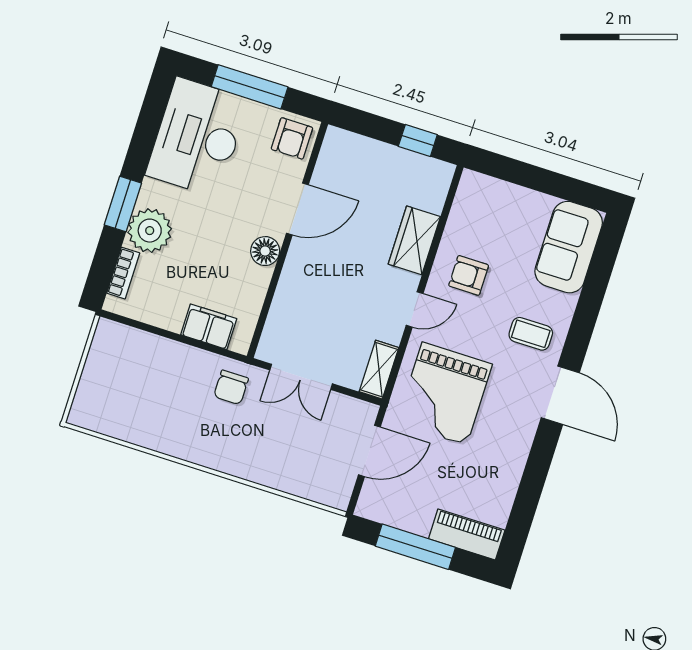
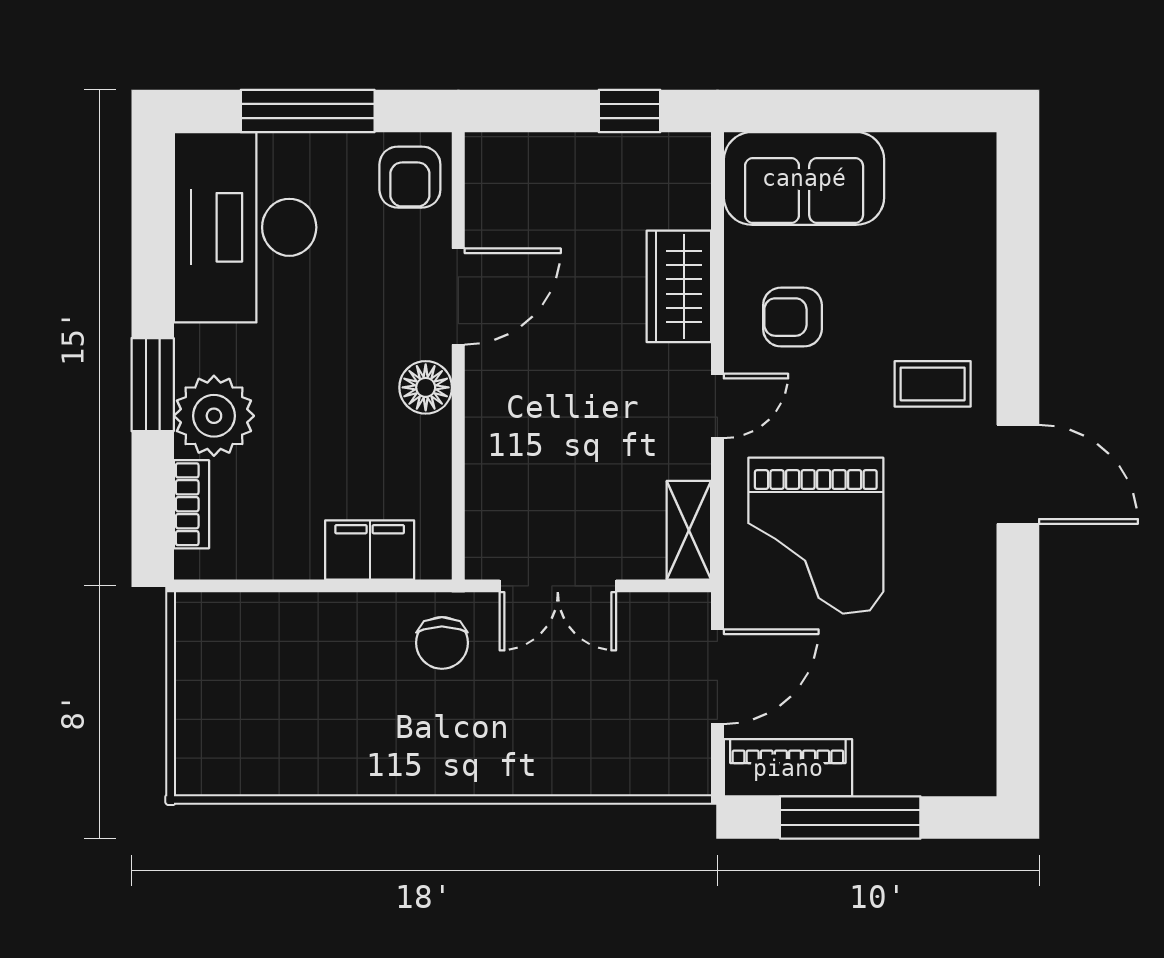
sofa: (569, 247) -> (804, 178), moved, turned -90
piano: (467, 534) -> (788, 768), moved

